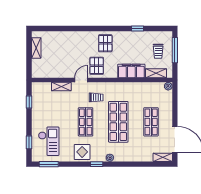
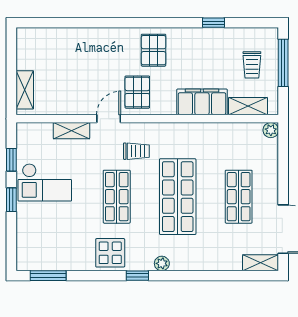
shelving: (36, 48) -> (25, 90), moved
checkout: (49, 141) -> (45, 182), moved, turned 90
window: (29, 142) -> (11, 200), moved

